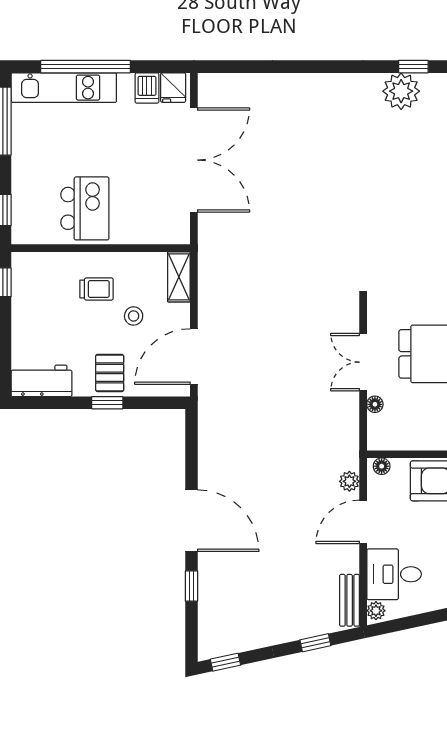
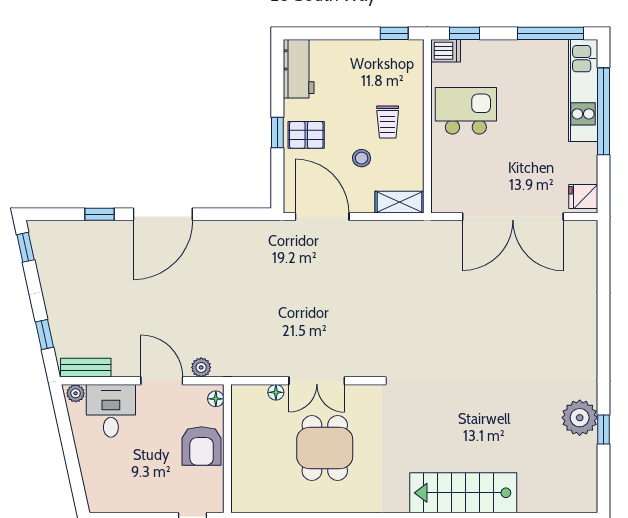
dishwasher: (147, 88) -> (446, 51), moved, turned 180
kitchen island: (85, 208) -> (466, 111), turned 180
double door: (363, 362) -> (317, 381), swing flipped

